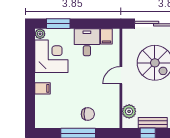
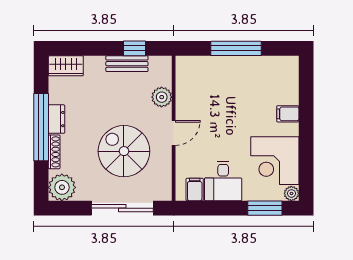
plant: (129, 111) -> (162, 97), moved
chair: (88, 114) -> (222, 76), removed

